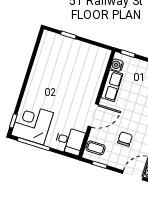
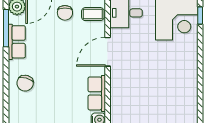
chair: (125, 139) -> (65, 13), moved

